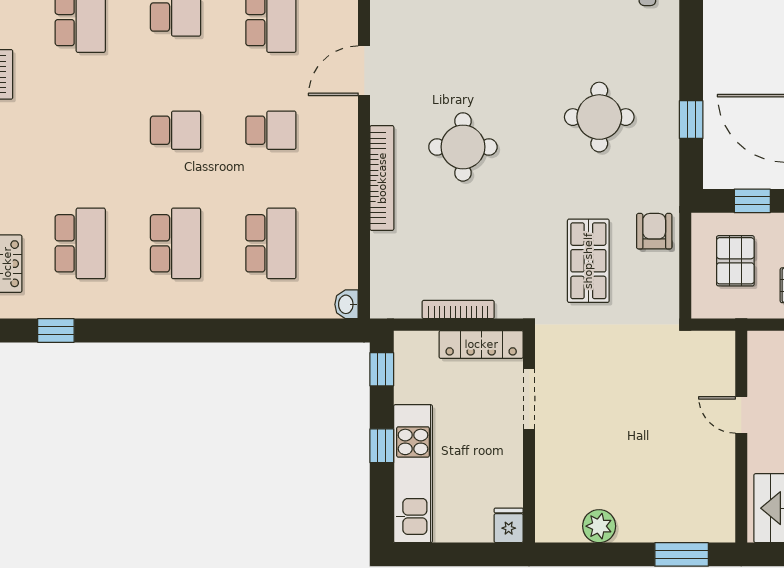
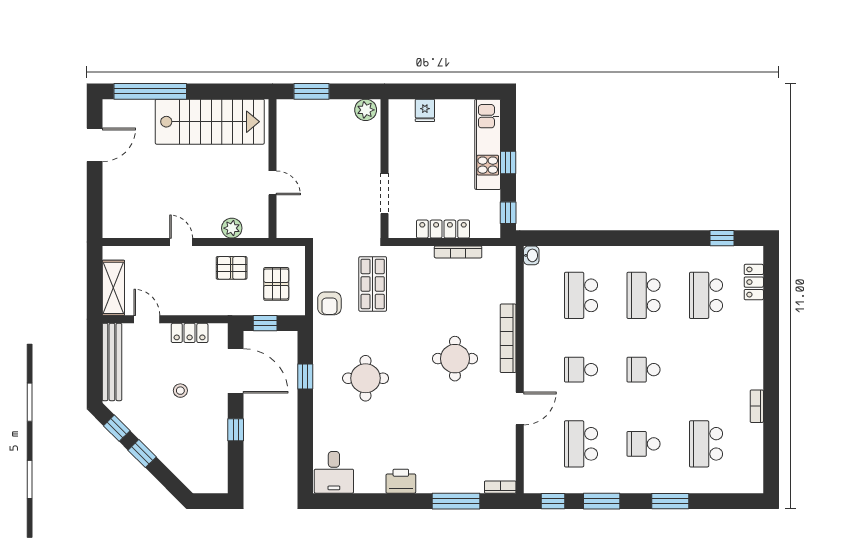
doorway: (529, 399) -> (384, 193), moved
wall: (529, 437) -> (384, 169), moved

